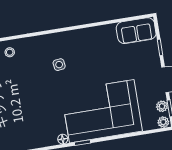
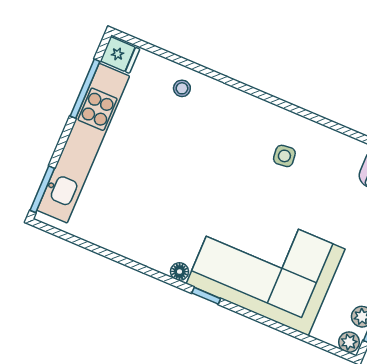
side table: (59, 65) -> (284, 156), moved

